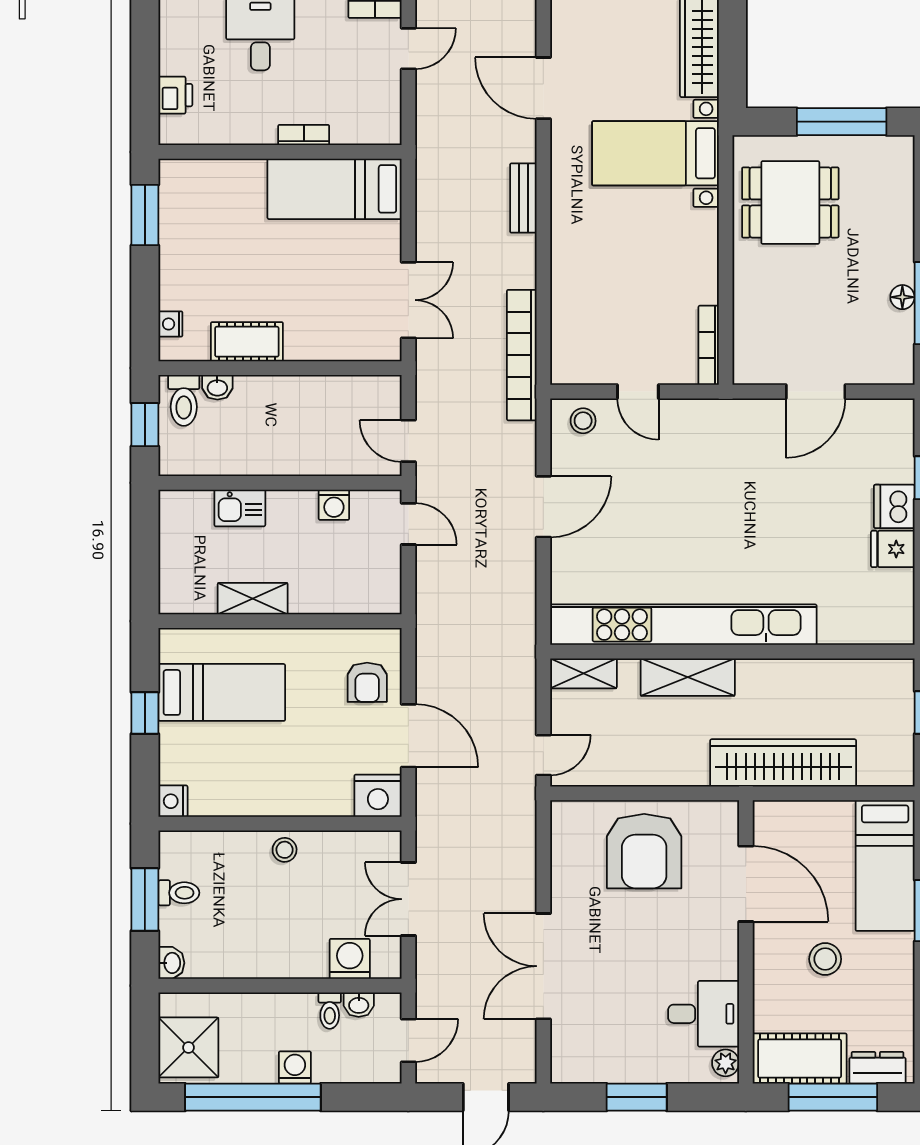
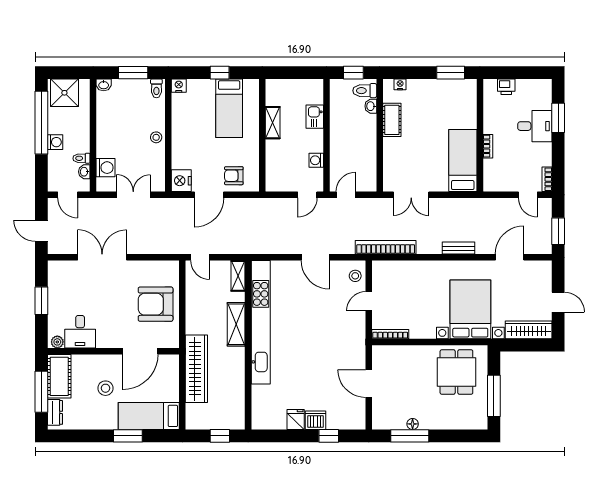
bed with nightstands: (655, 153) -> (470, 309), width x1.36
toilet: (179, 893) -> (156, 88), moved

